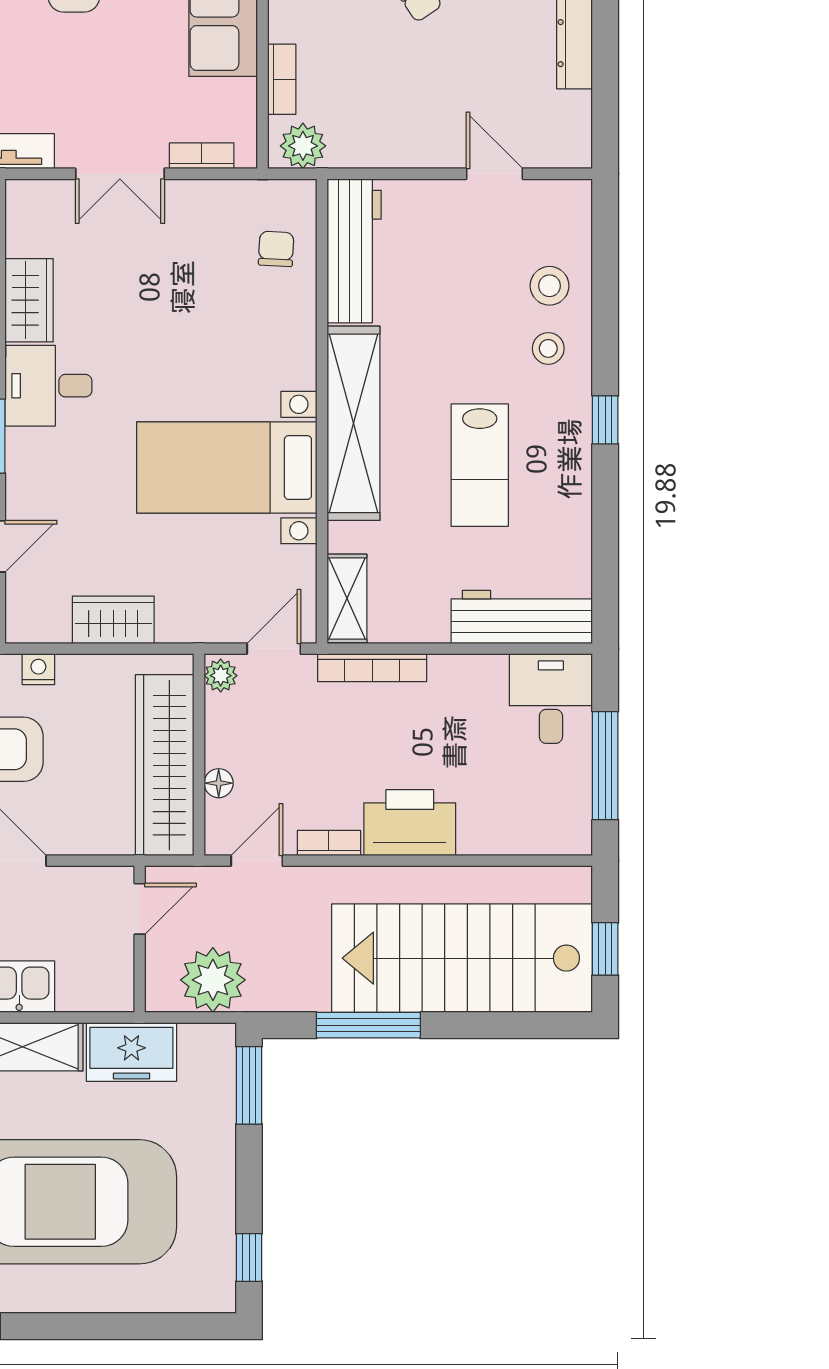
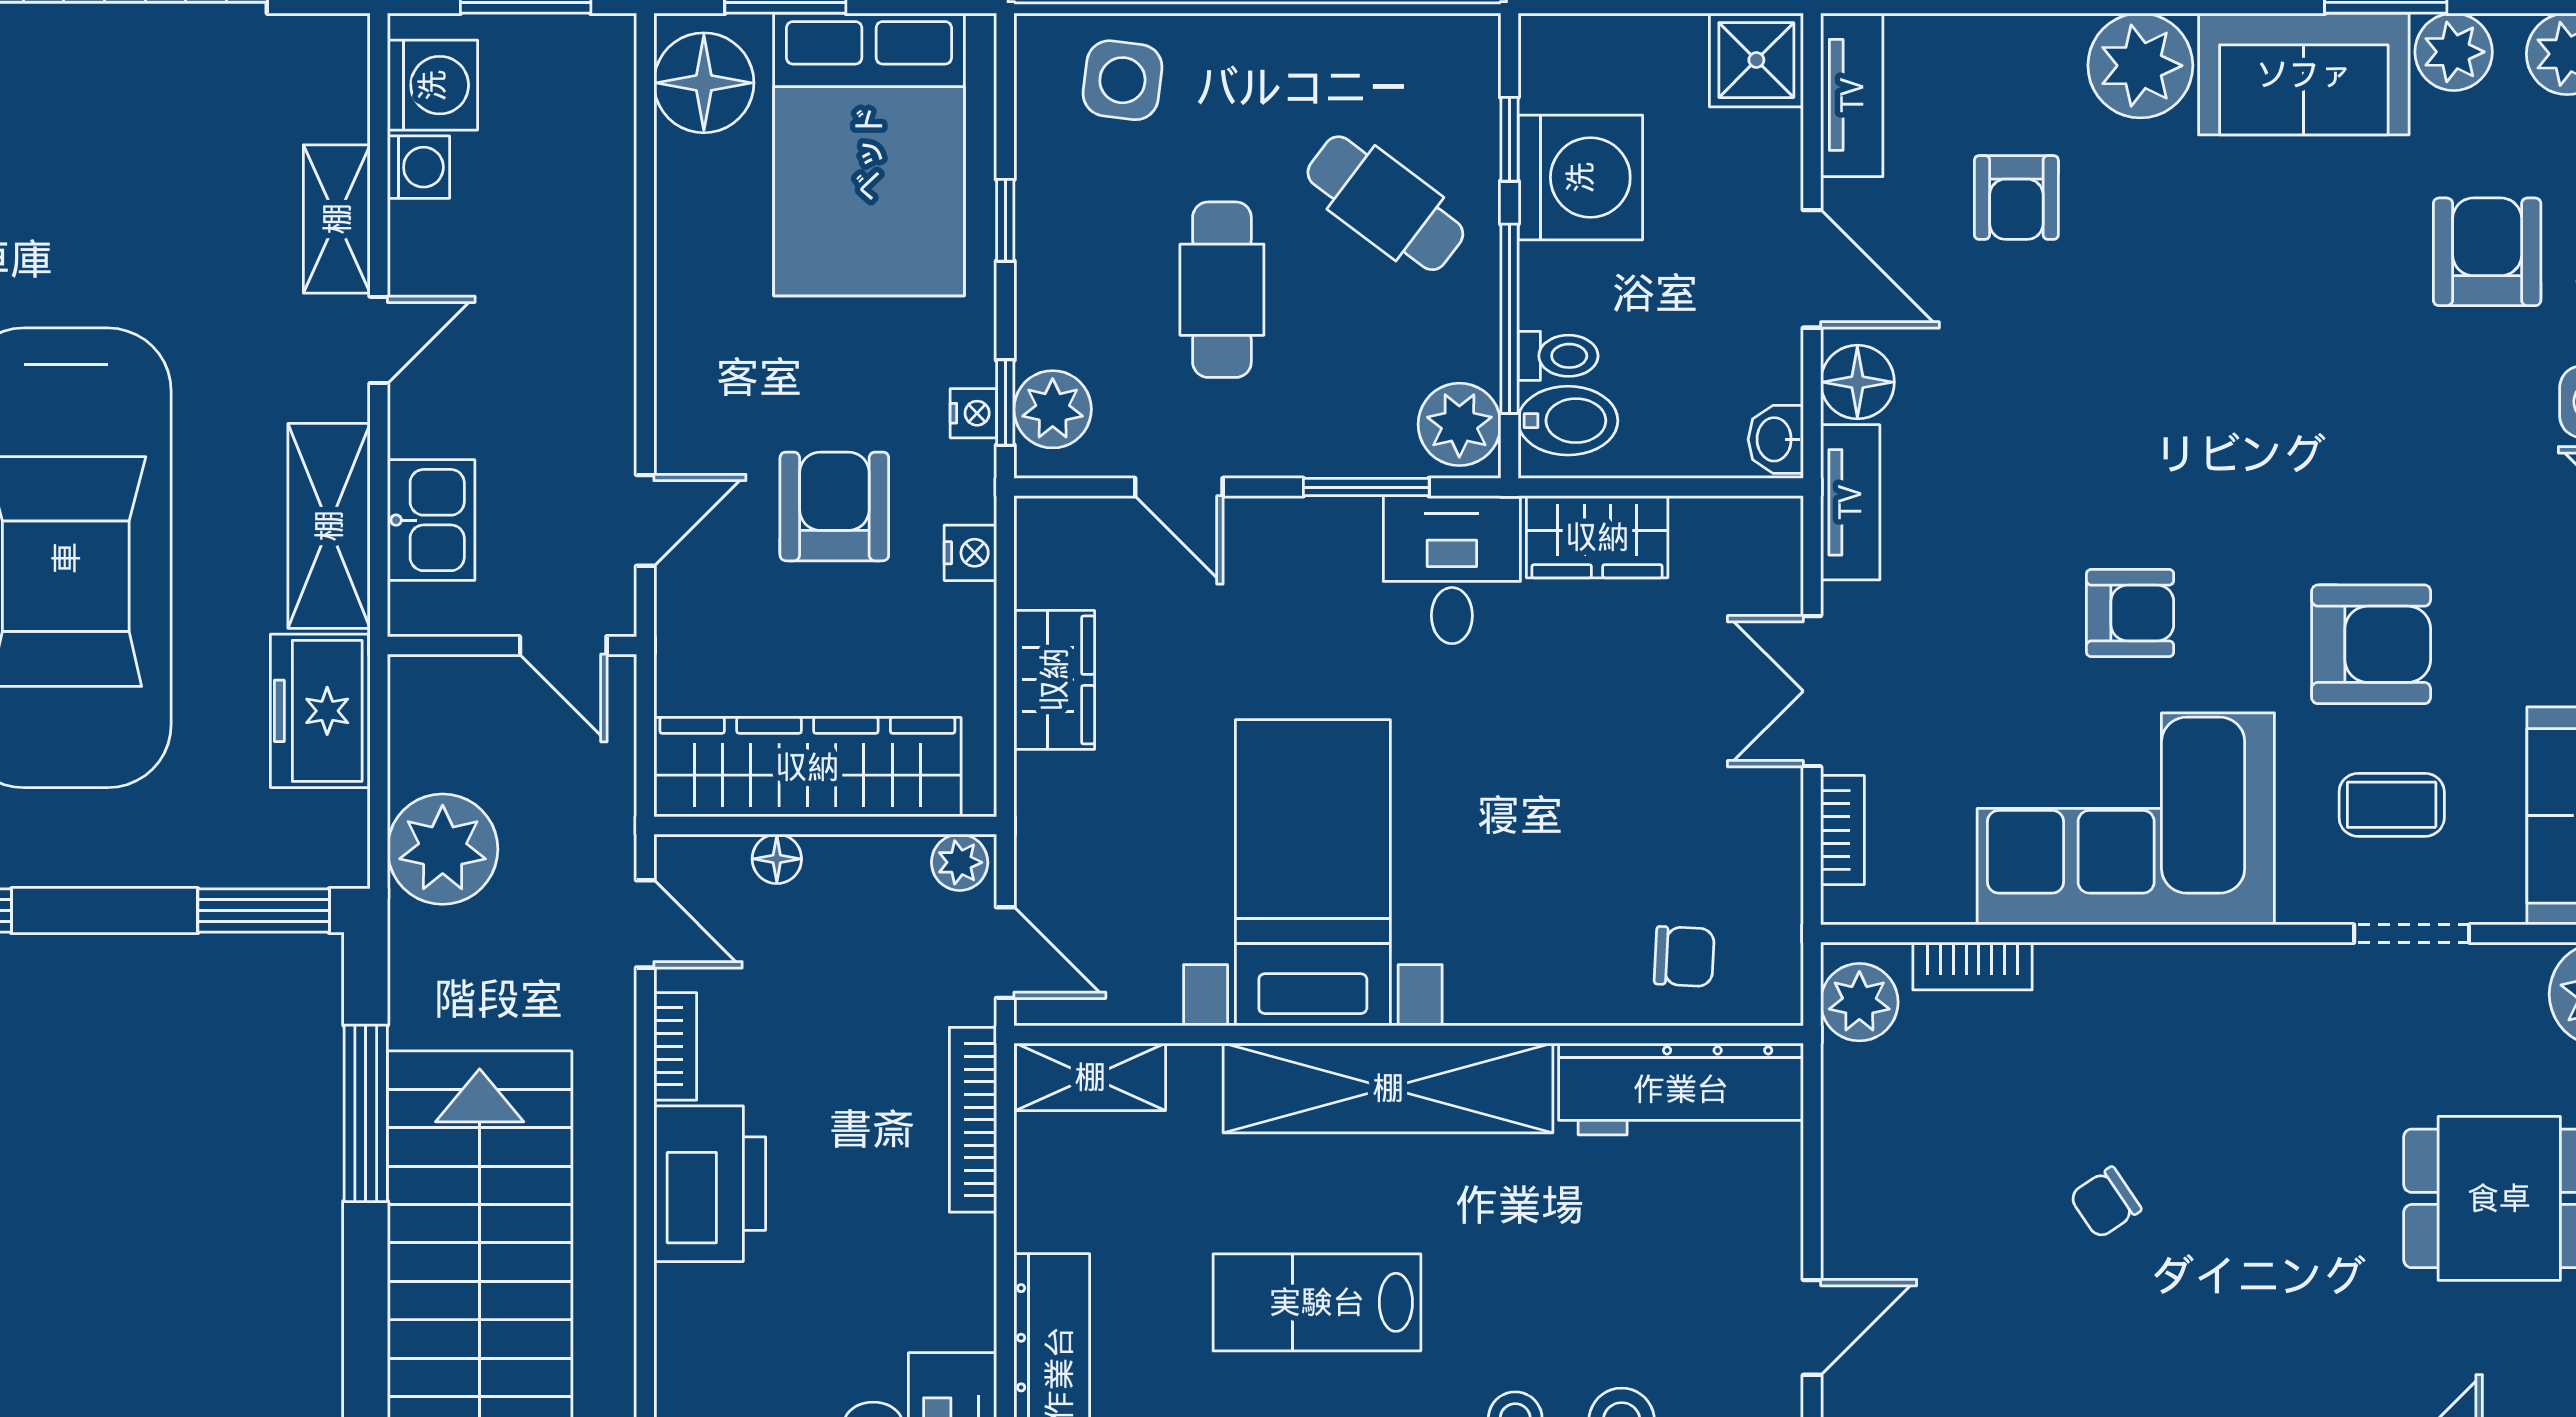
door: (140, 909) -> (563, 645), moved
wall: (140, 939) -> (512, 645), moved

